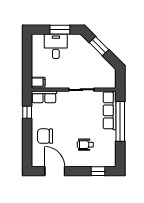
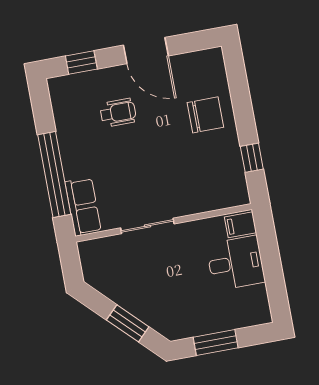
desk: (56, 46) -> (236, 263), moved, turned -90
row of seats: (44, 97) -> (223, 196), removed
row of seats: (110, 110) -> (83, 207), width x0.68
door: (55, 171) -> (146, 51), moved

